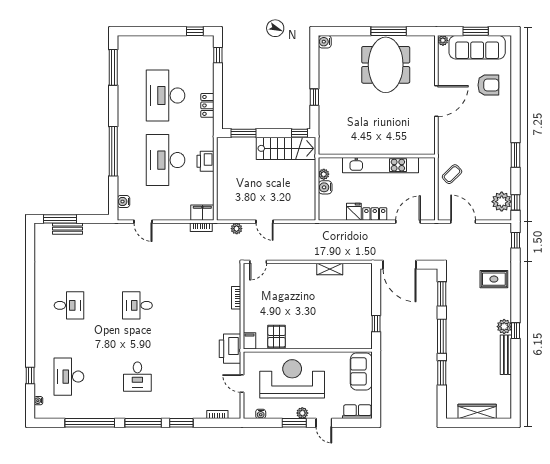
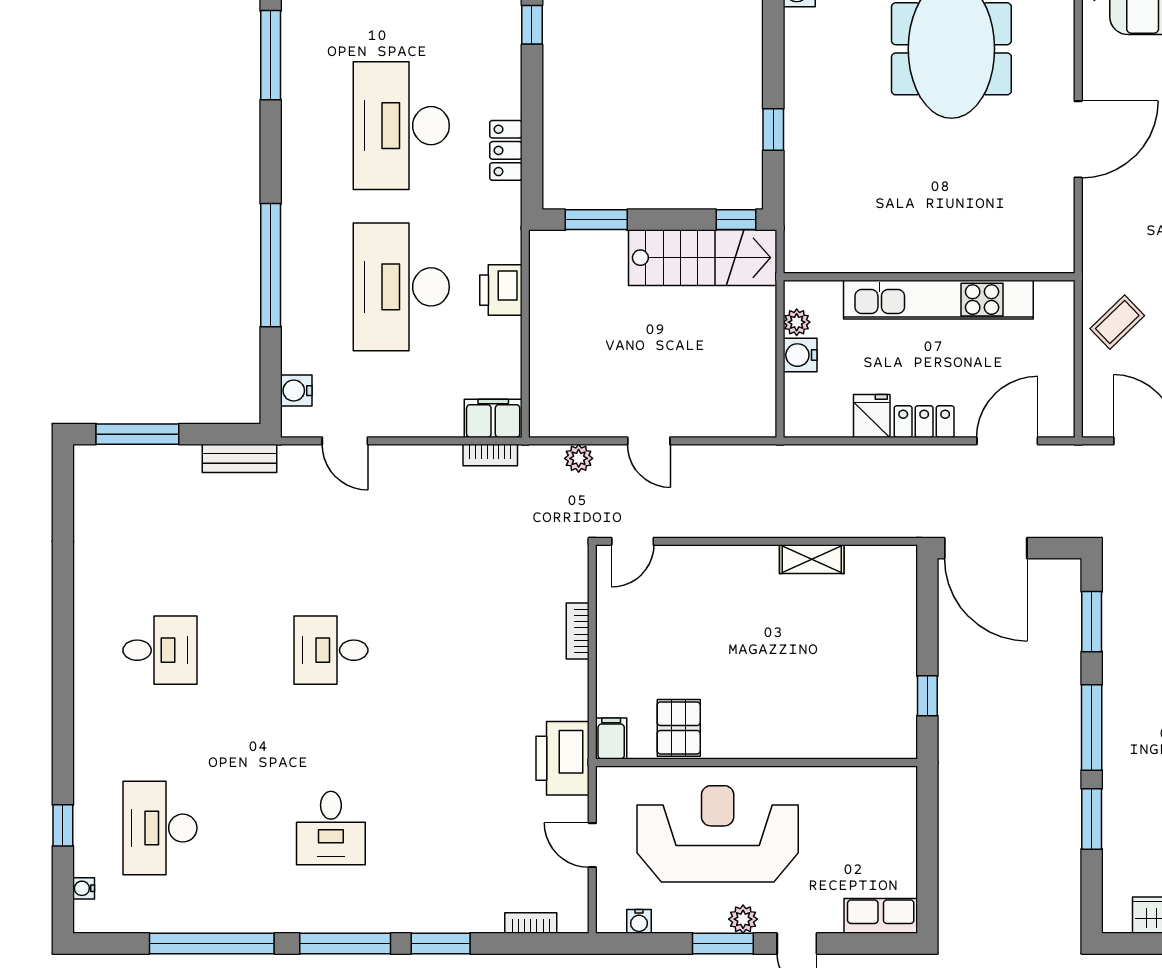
bench: (68, 229) -> (240, 458), moved
sofa: (361, 371) -> (890, 815), removed

